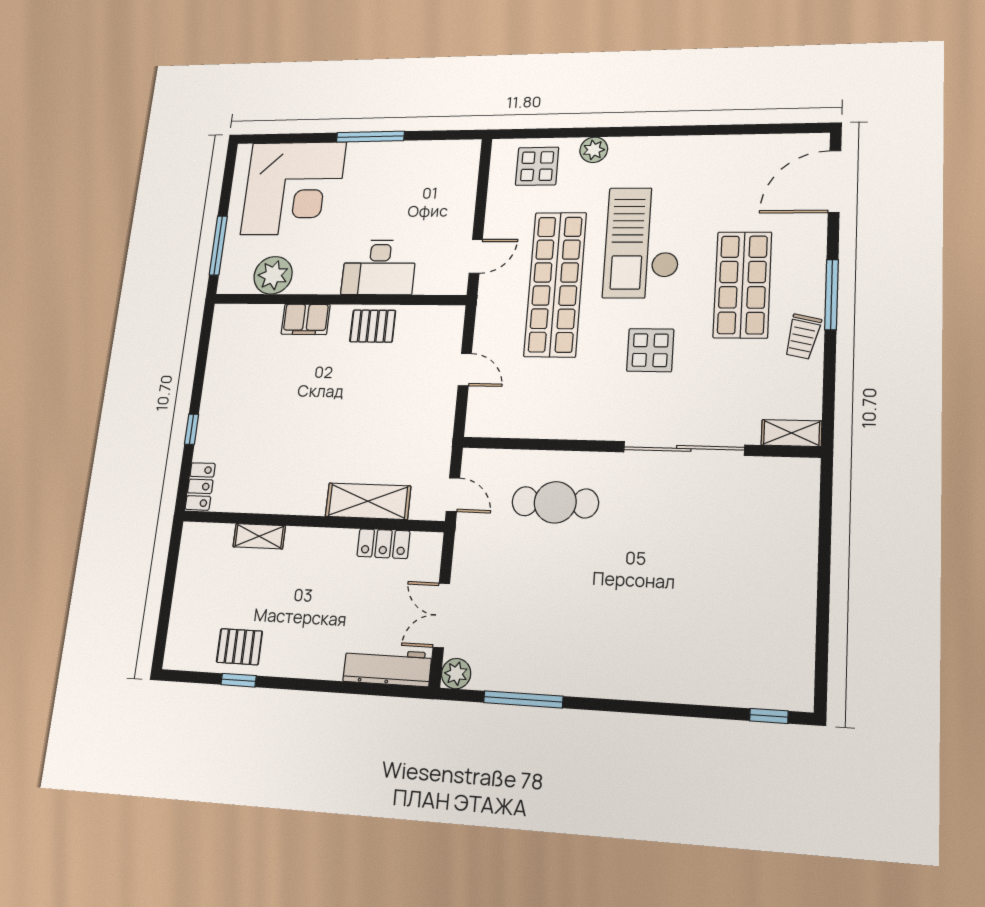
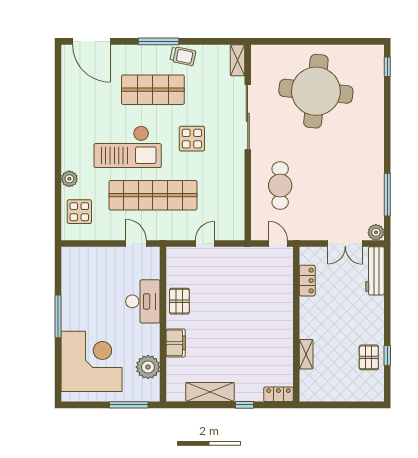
door: (453, 495) -> (278, 243), hinge flipped
shelving: (368, 501) -> (210, 392), moved, turned 90
round table: (727, 575) -> (316, 91), added

